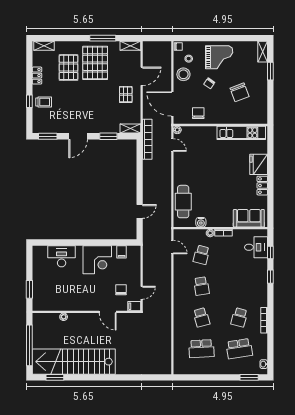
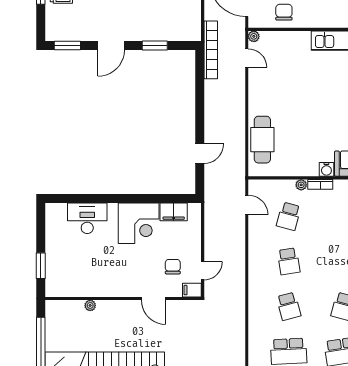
shelving: (130, 129) -> (186, 34), removed
water cooler: (201, 222) -> (326, 169), moved
filing cabinet: (122, 252) -> (174, 212), width x2.00

